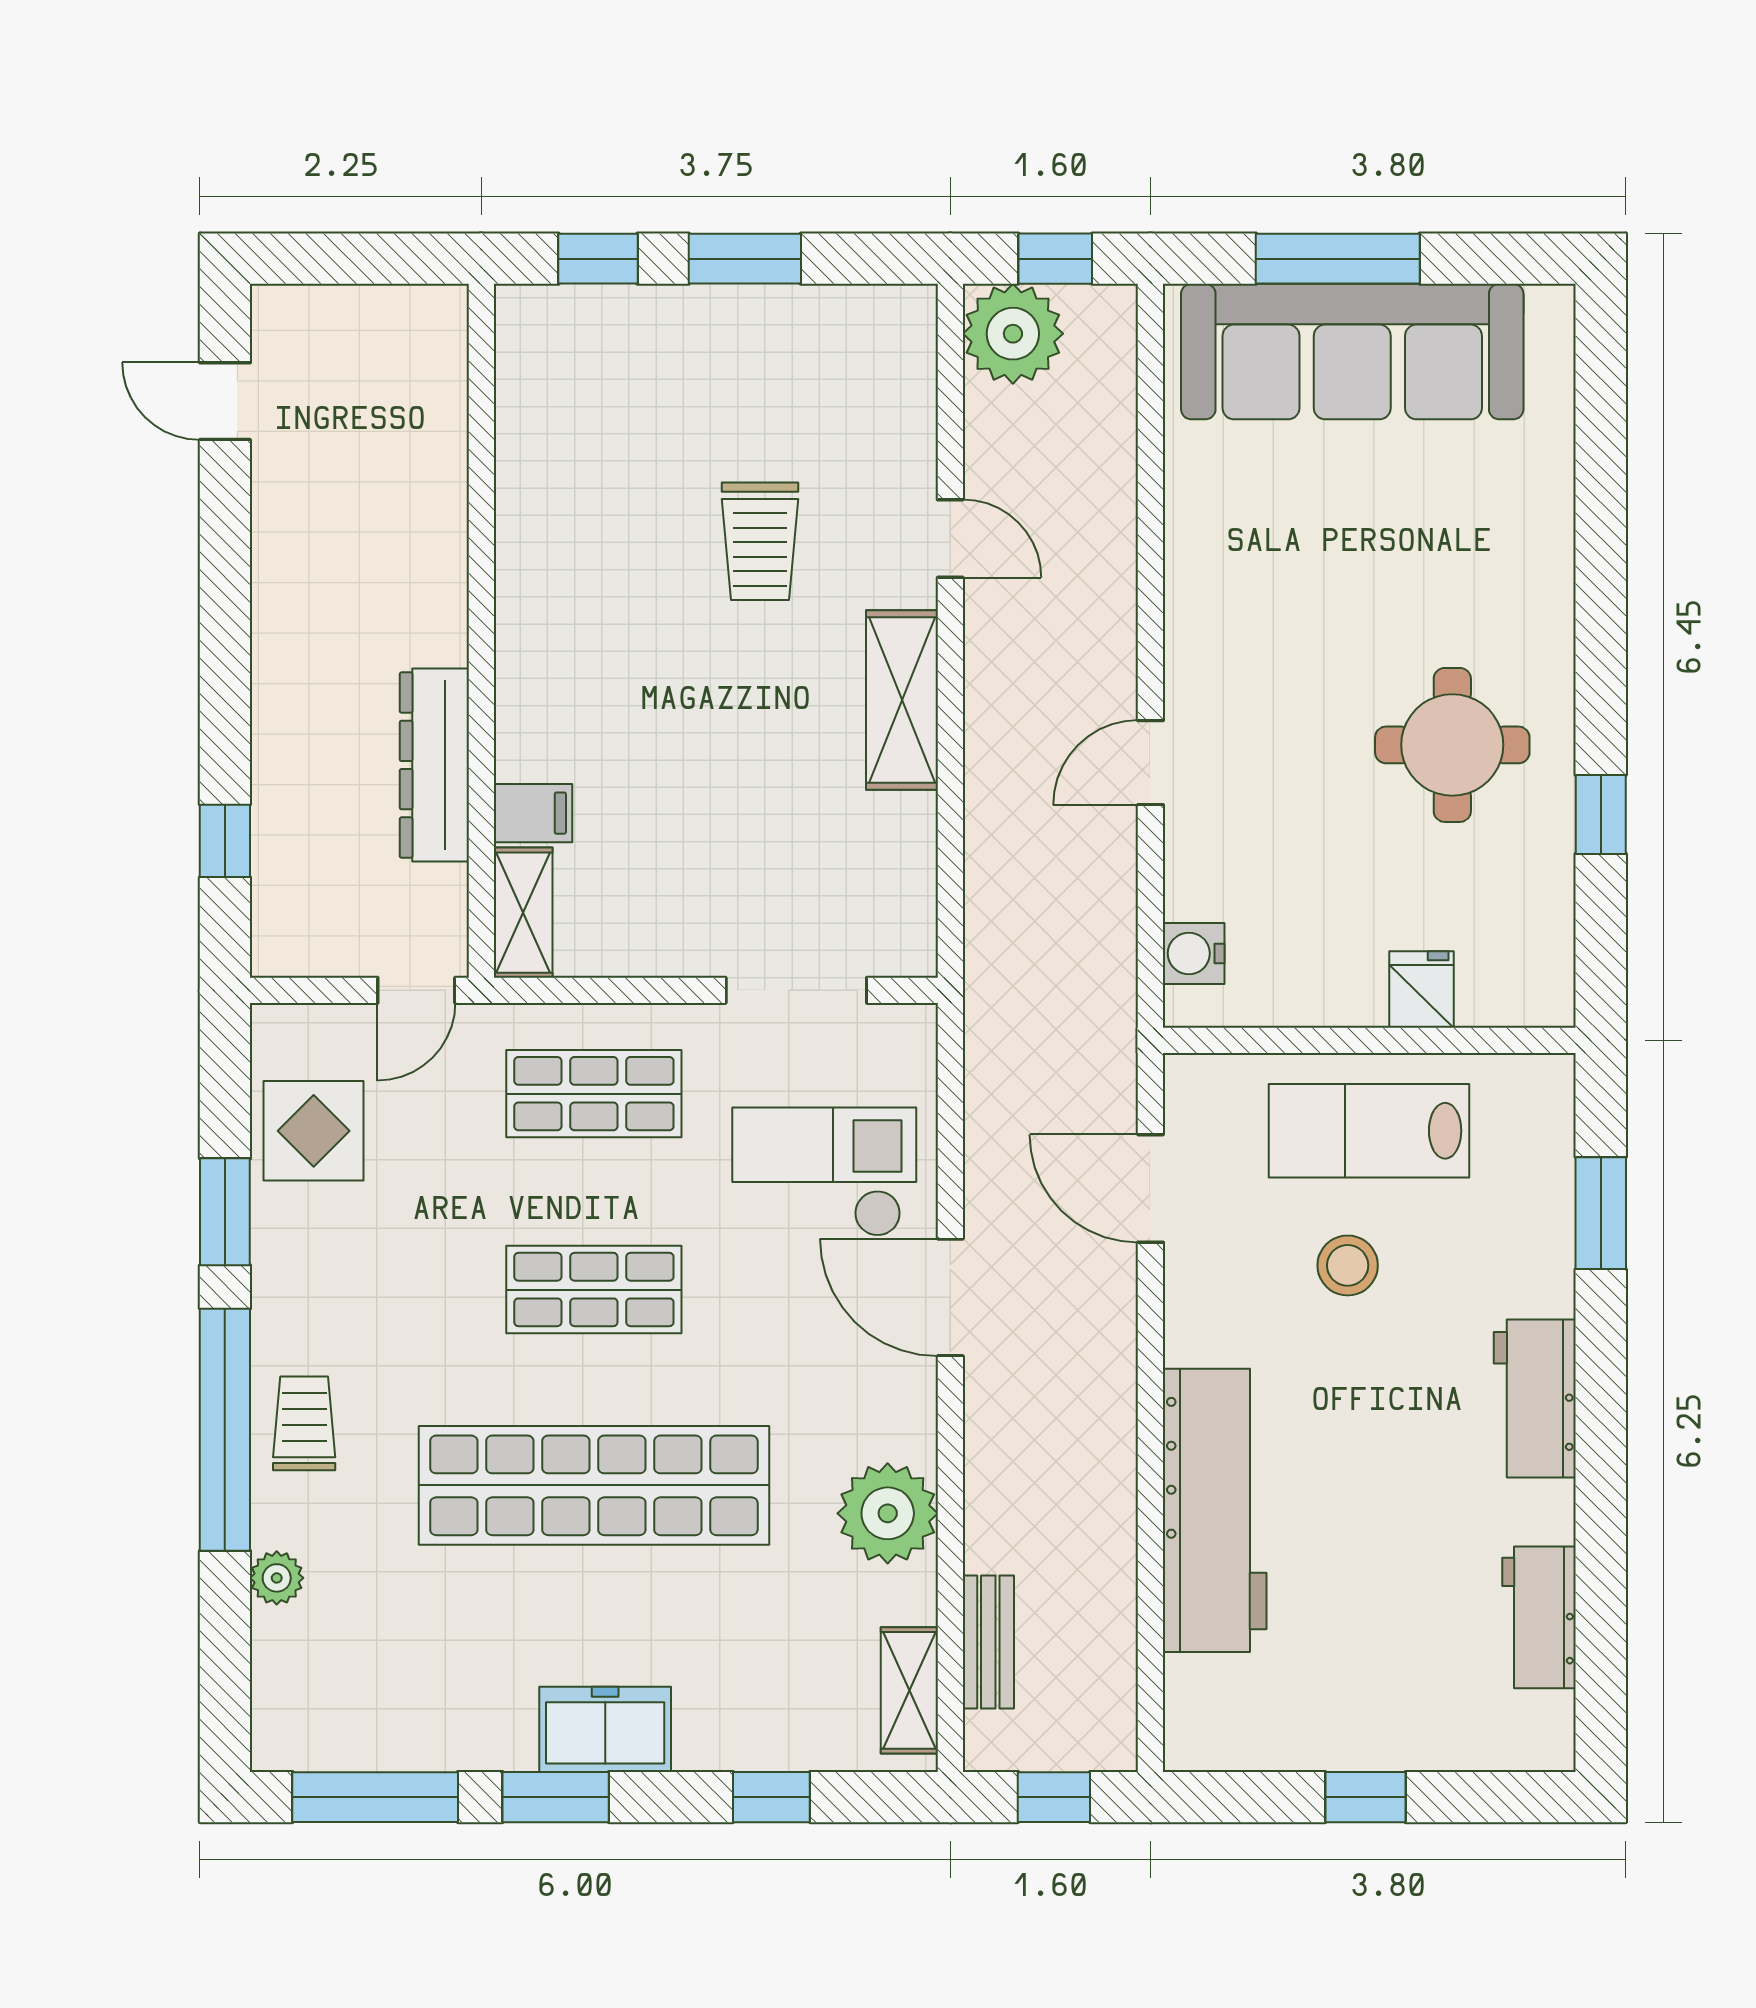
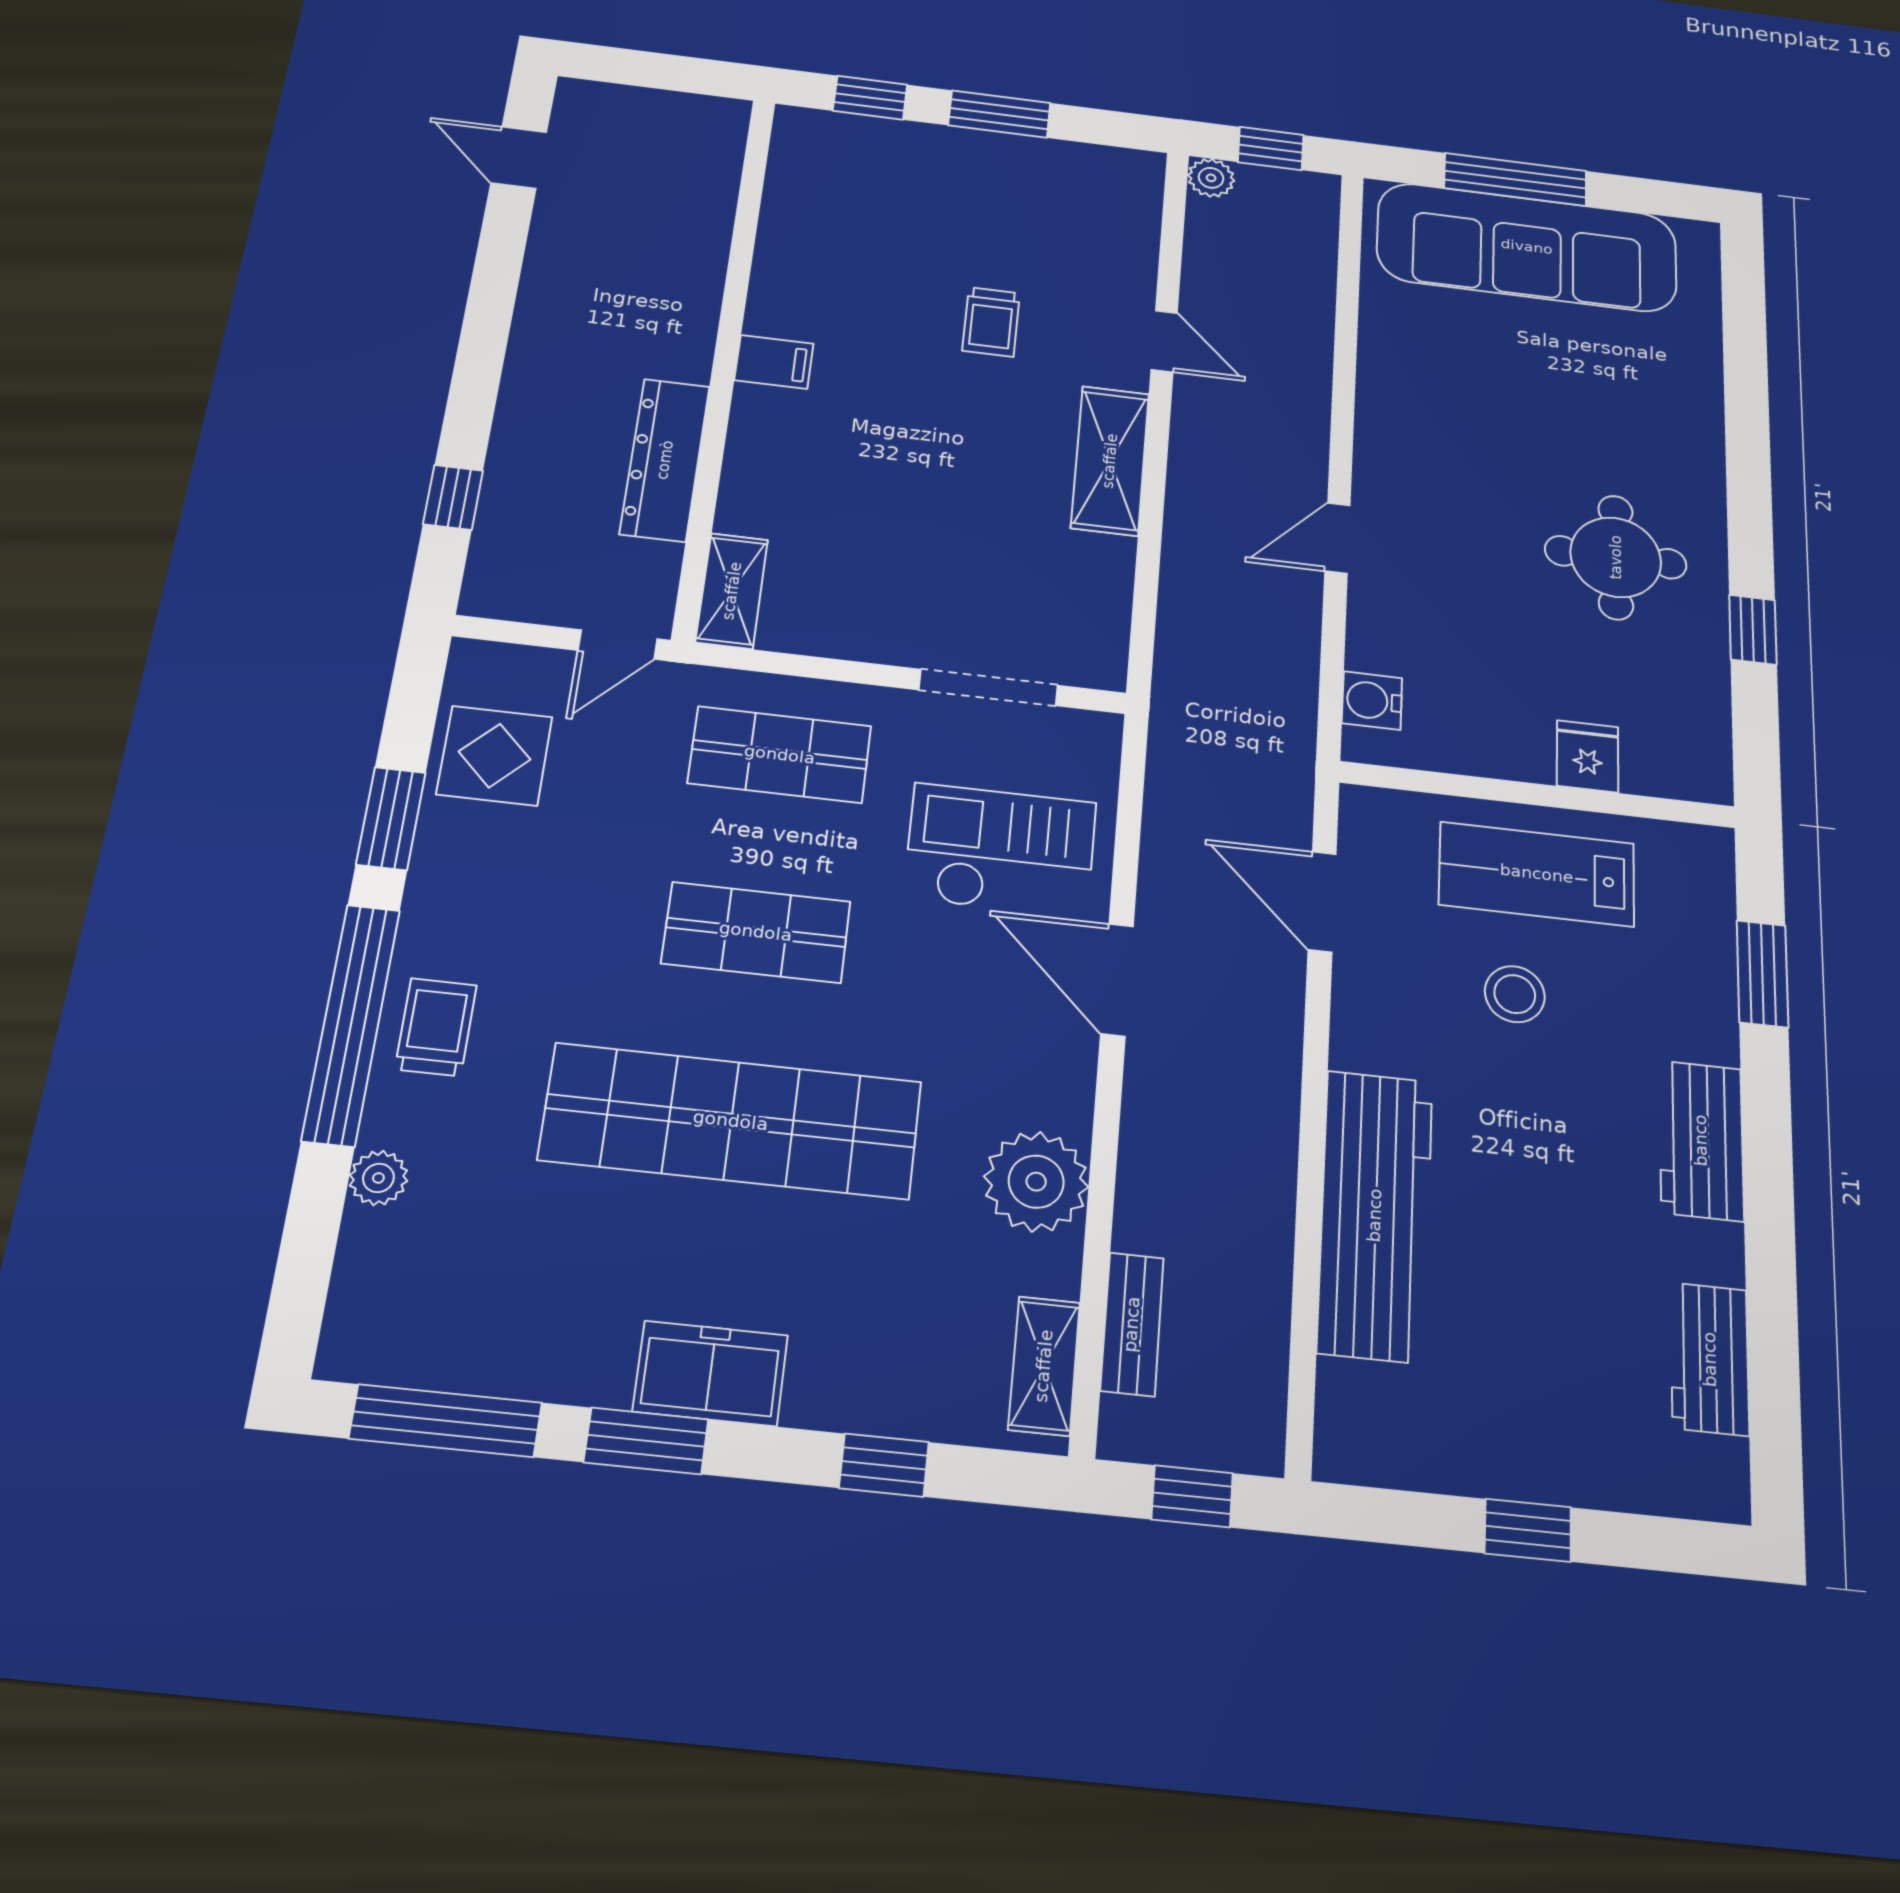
plant: (1013, 334) -> (1211, 178), width x0.53, depth x0.53
trolley: (760, 541) -> (991, 322), width x0.73, depth x0.72
filing cabinet: (533, 813) -> (774, 362), moved

